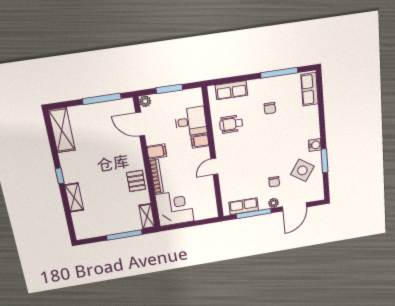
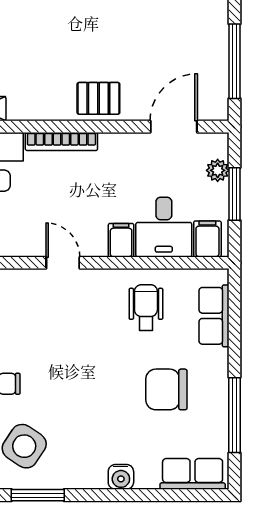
plant: (145, 101) -> (218, 170), moved
chair: (270, 108) -> (166, 389), width x1.87, depth x1.87
water cooler: (315, 145) -> (121, 477), moved
filing cabinet: (157, 152) -> (207, 239), moved, turned 180
pallet: (136, 181) -> (98, 98), moved

